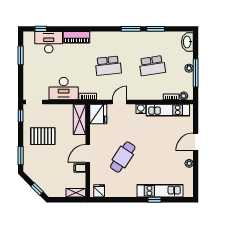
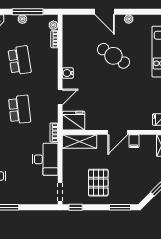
door: (119, 102) -> (60, 97), swing flipped
kitchen unit: (168, 110) -> (69, 43), removed
door: (88, 153) -> (118, 132), hinge flipped
cafe table: (123, 157) -> (113, 56), moved

